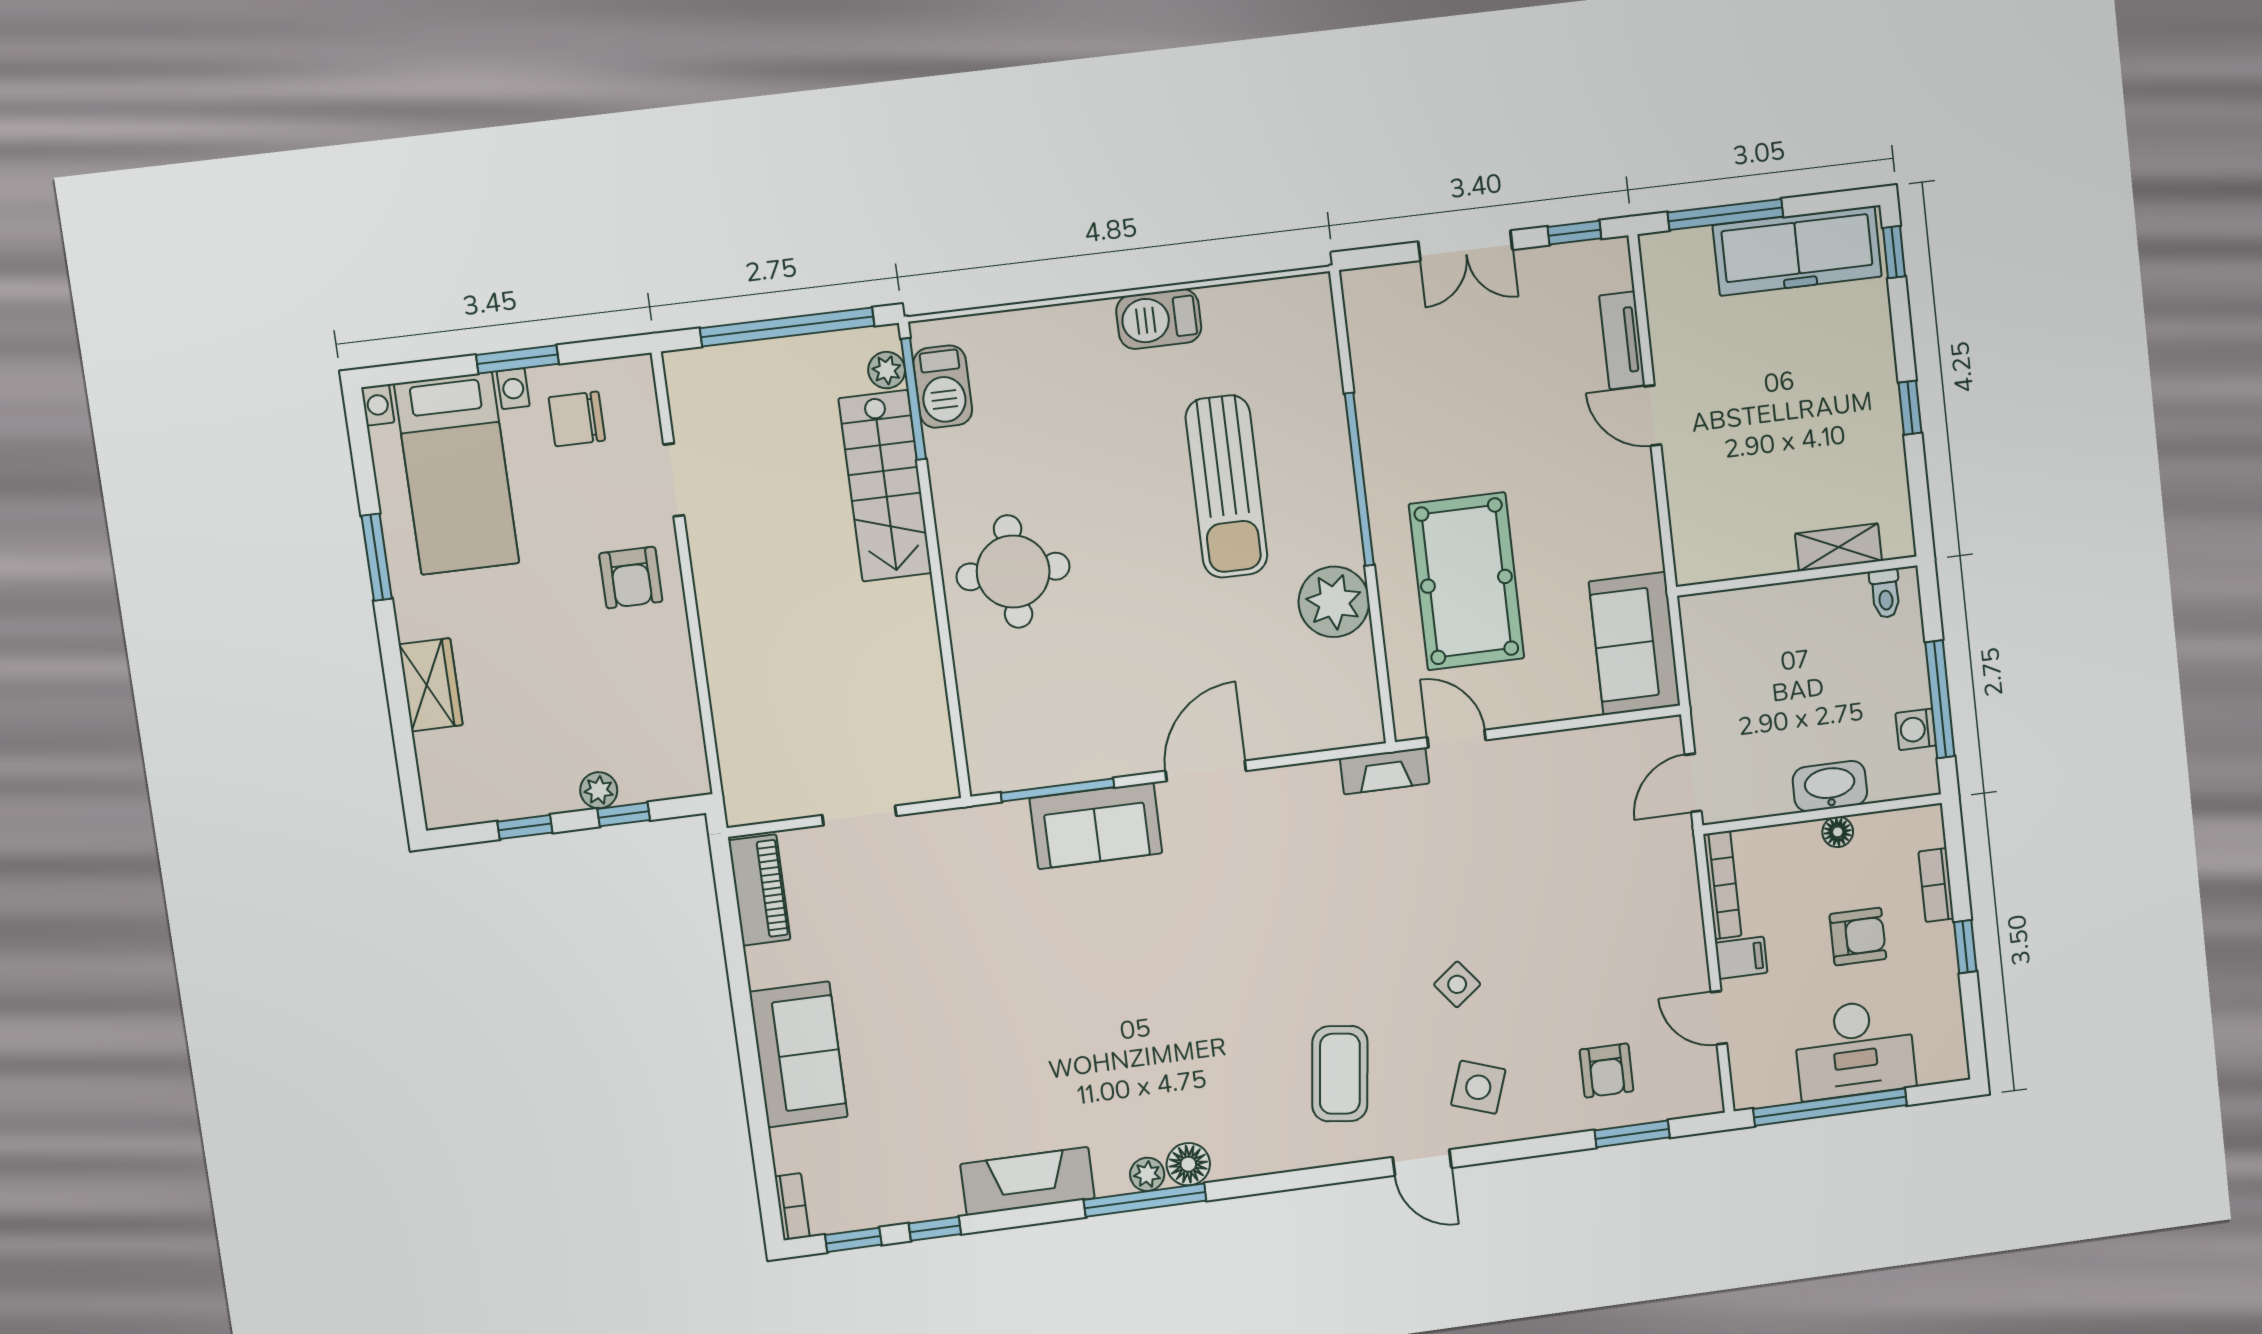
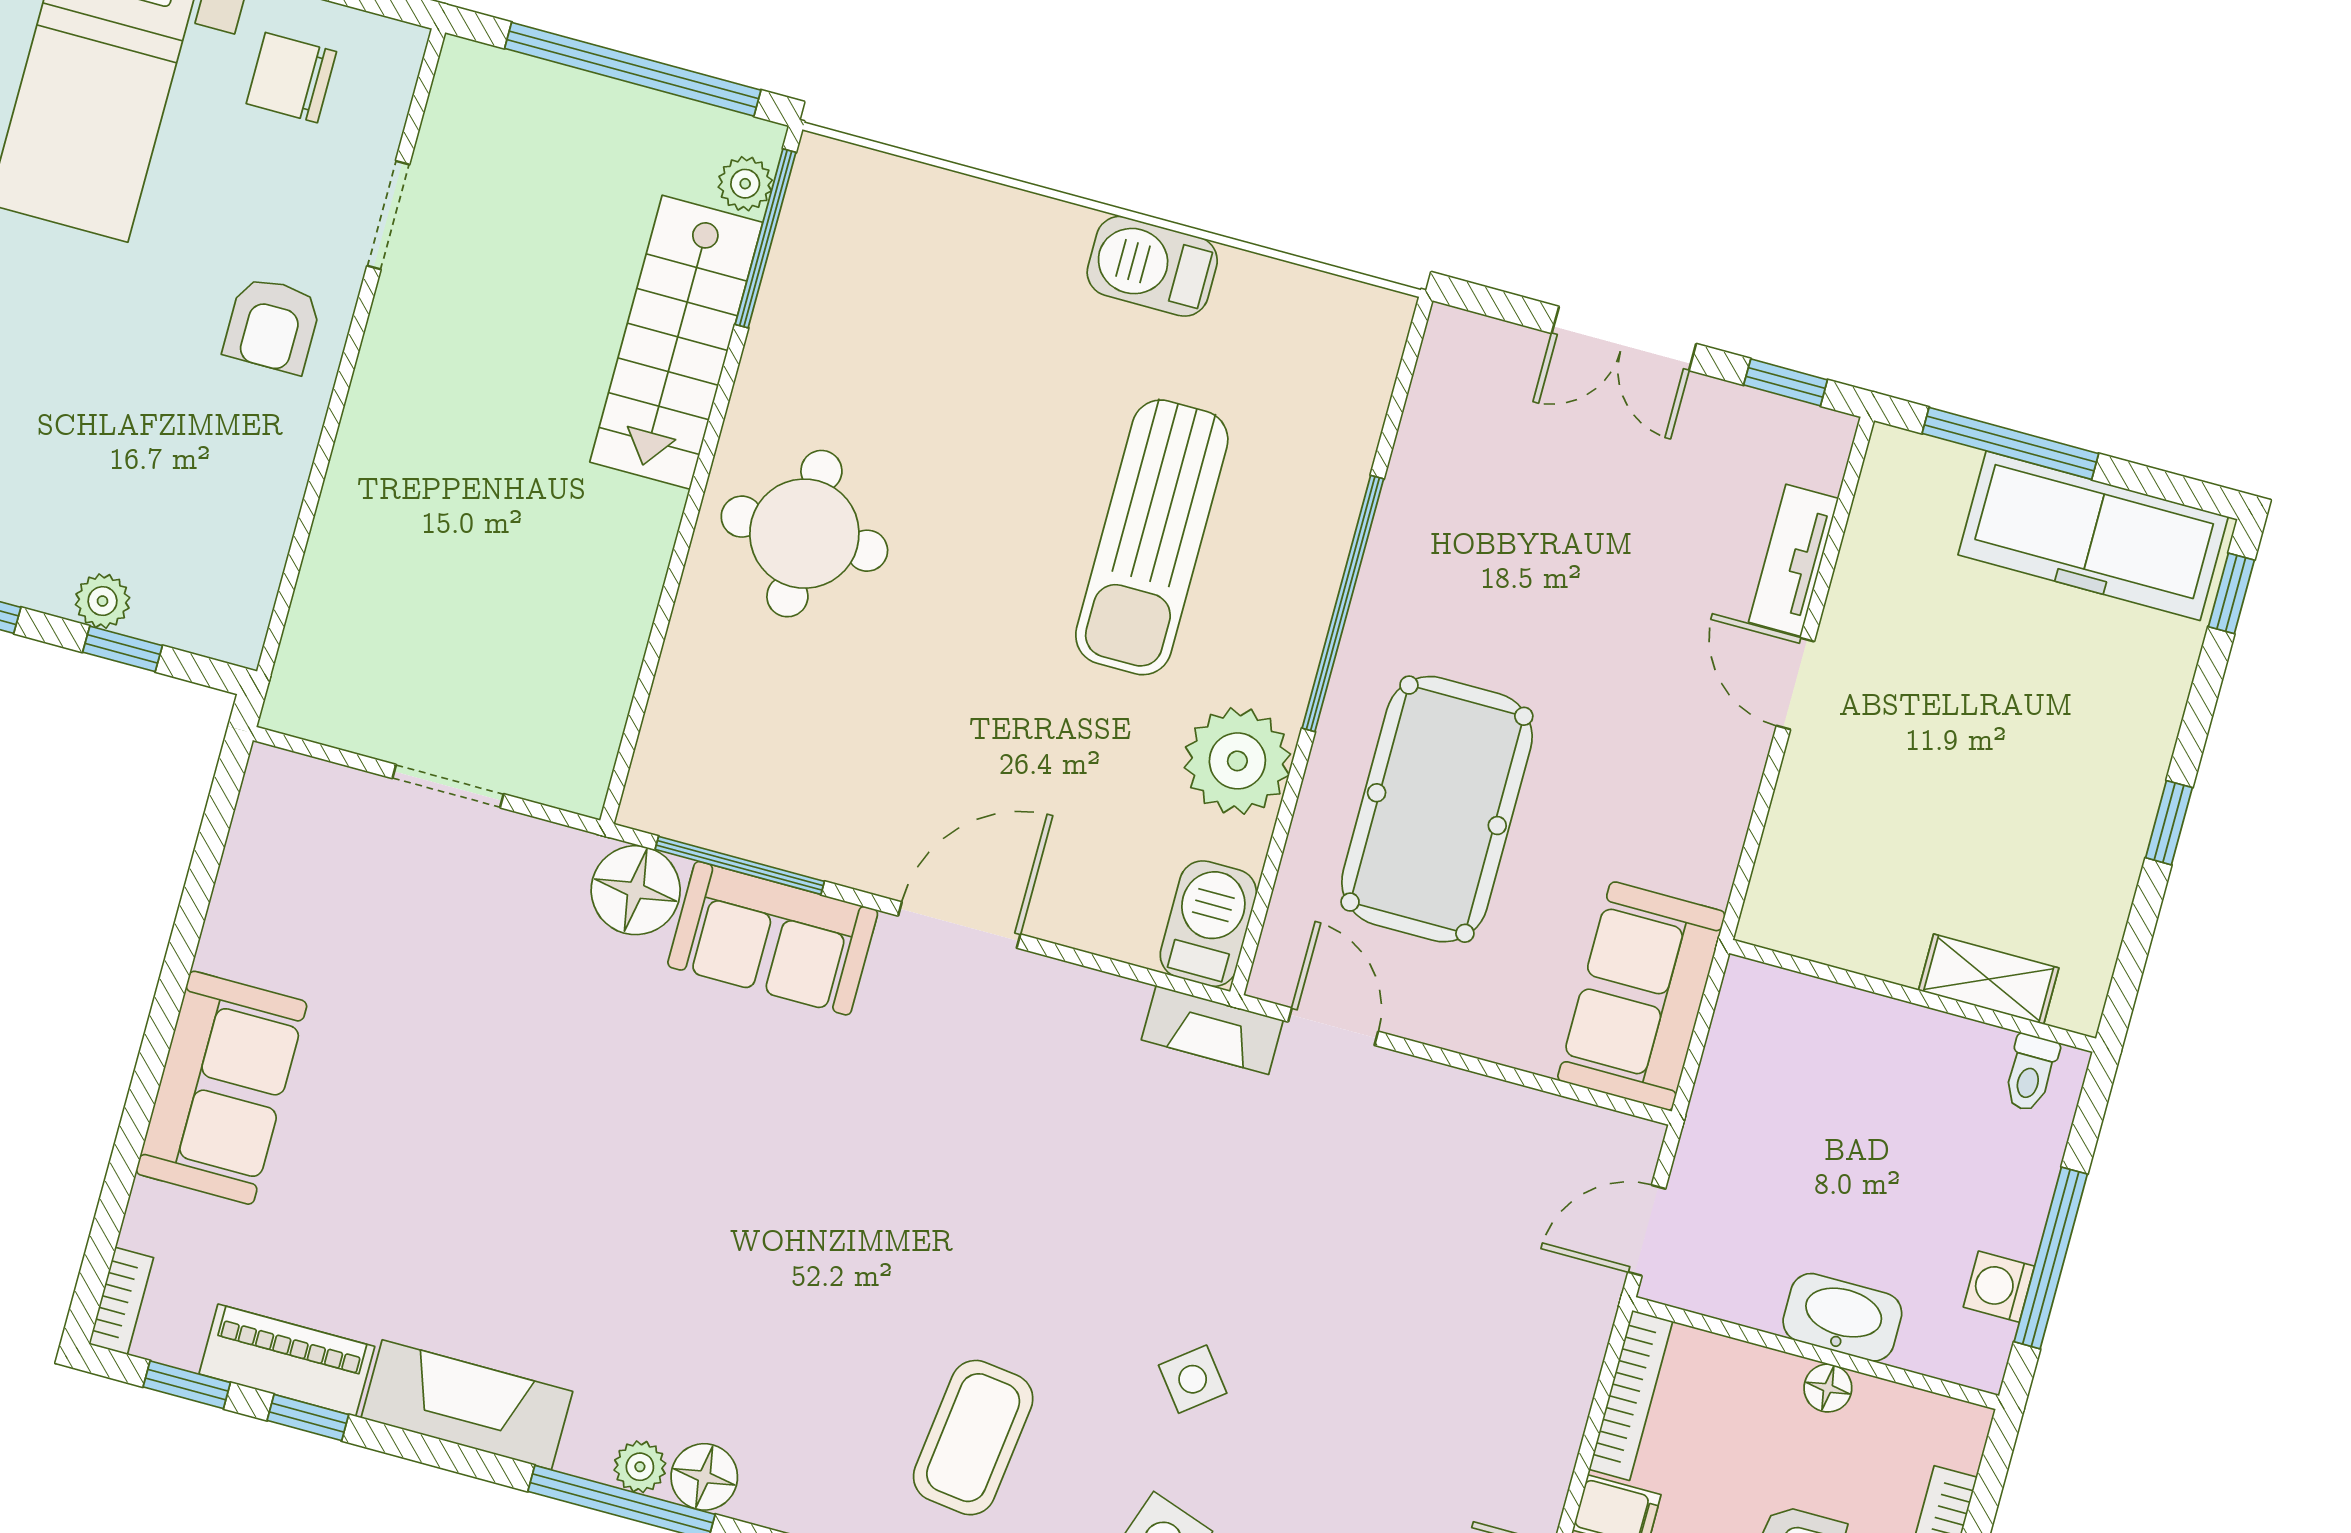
barbecue: (943, 387) -> (1208, 924), moved, turned 180
floor lamp: (1000, 831) -> (636, 890), added
piano: (759, 890) -> (287, 1360), moved, turned -90

